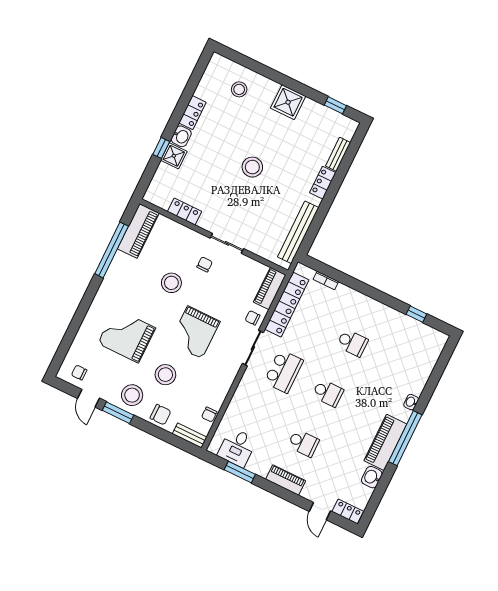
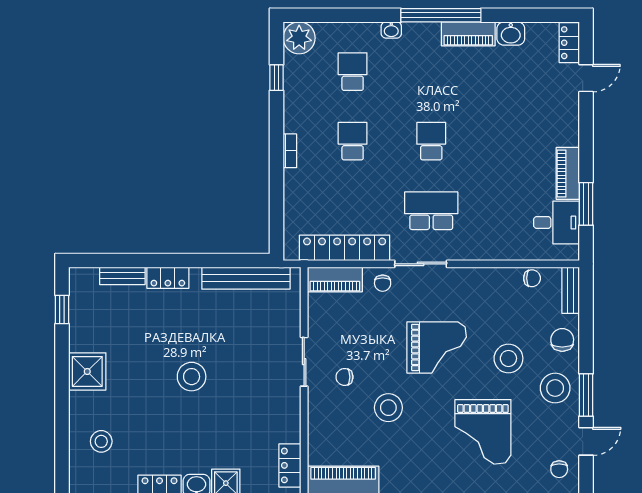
locker: (185, 212) -> (290, 465), moved
bookcase: (326, 280) -> (290, 151), moved
plant: (435, 341) -> (299, 38), added
piano: (385, 442) -> (468, 34), width x0.73, depth x0.75
school desk: (303, 443) -> (353, 72), moved
piano: (286, 480) -> (568, 173), moved

